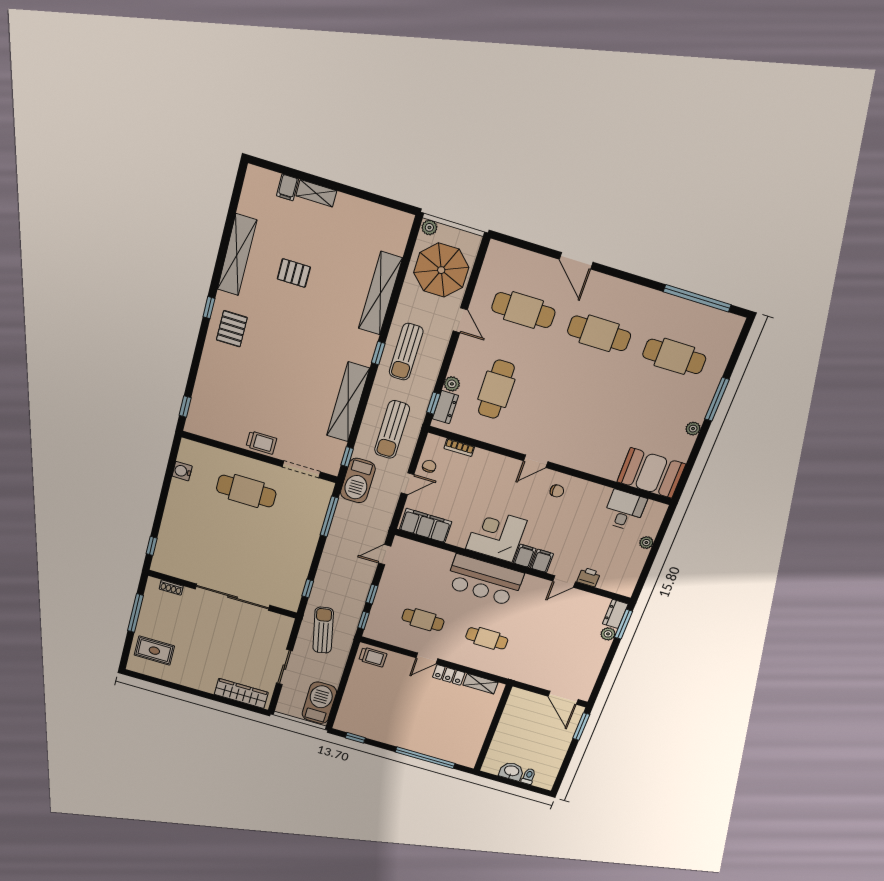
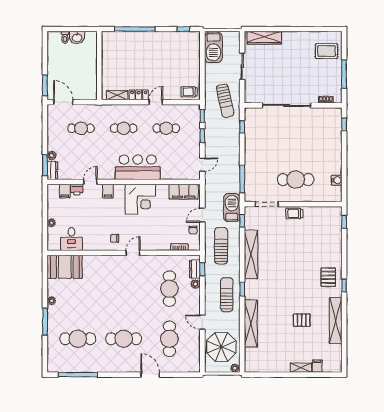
cafe table: (523, 310) -> (169, 339), turned 90
filing cabinet: (525, 556) -> (65, 191), moved
cafe table: (550, 657) -> (81, 128), added

